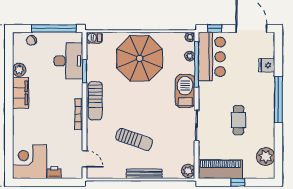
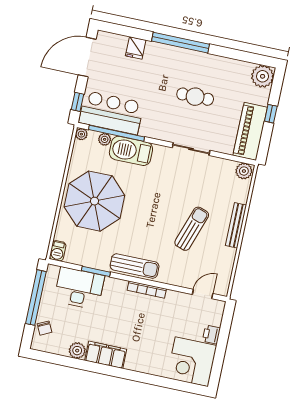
barbecue: (185, 91) -> (131, 151), moved
plant: (266, 157) -> (263, 76), moved

